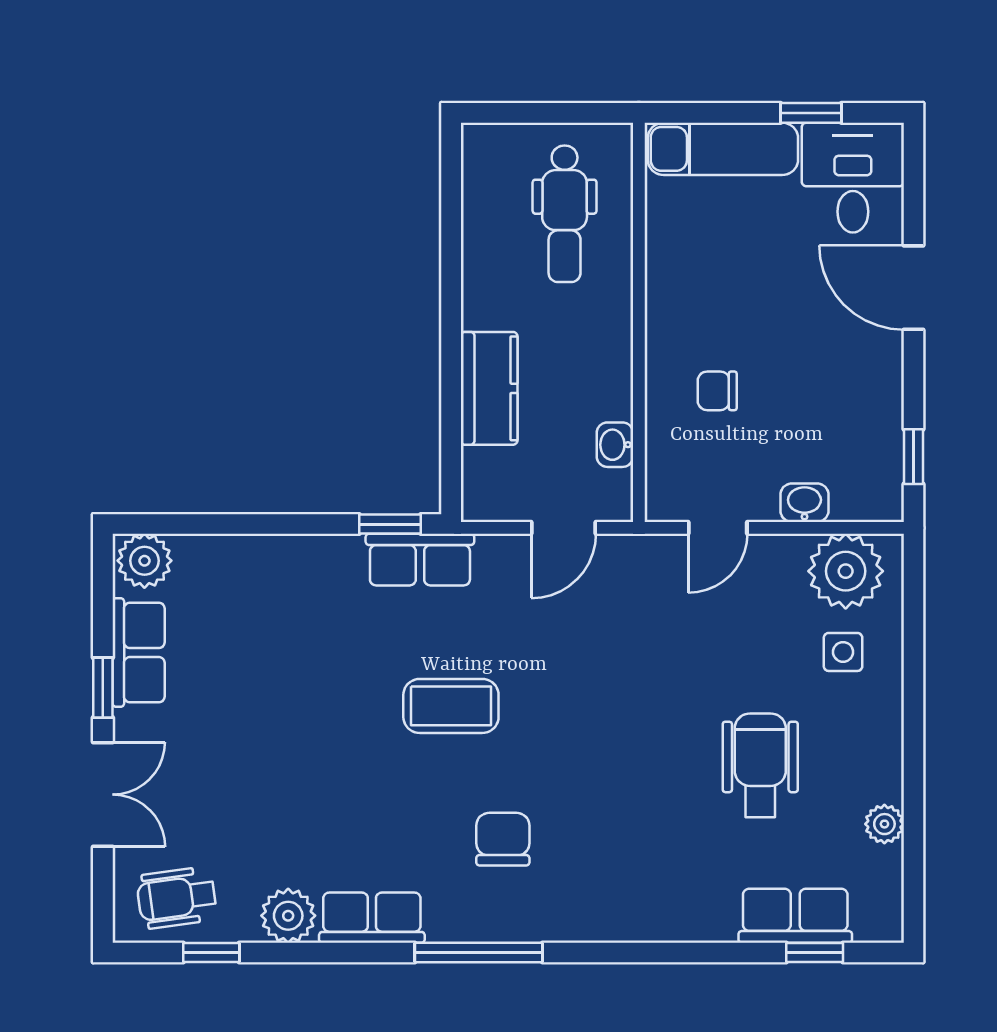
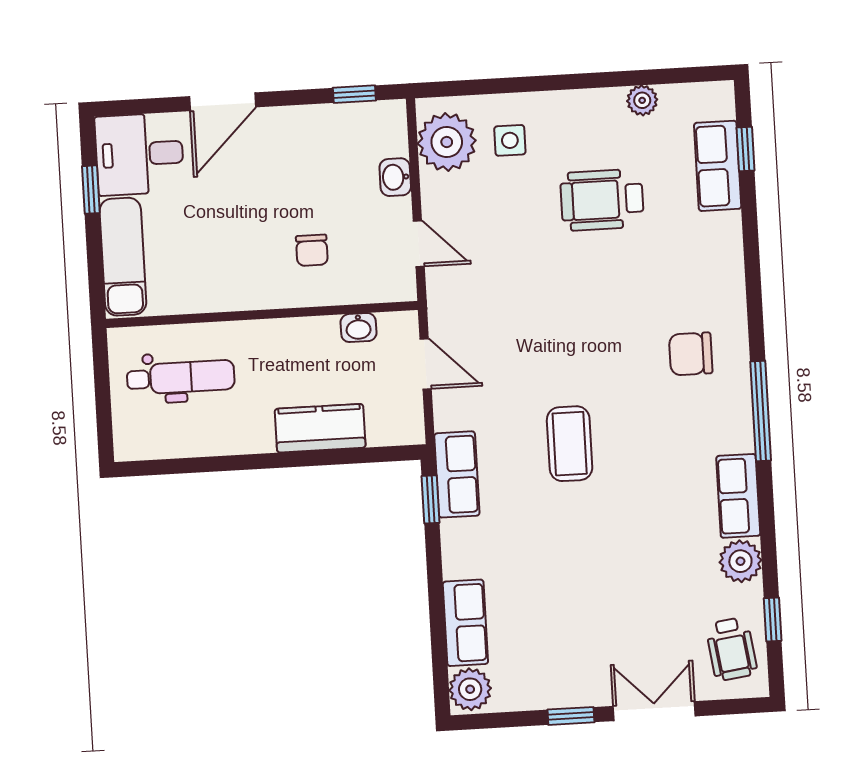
row of seats: (139, 653) -> (465, 623), moved, turned 90
chair: (503, 839) -> (691, 354), moved

